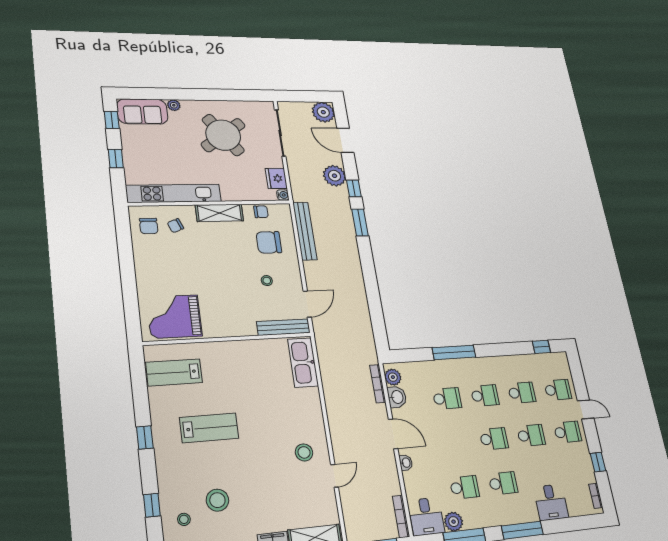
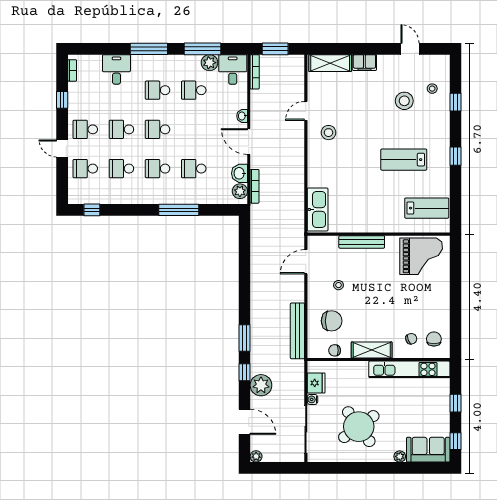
plant: (323, 112) -> (256, 456), width x0.53, depth x0.53
water cooler: (283, 195) -> (312, 399), moved
bench: (283, 327) -> (362, 242), moved

